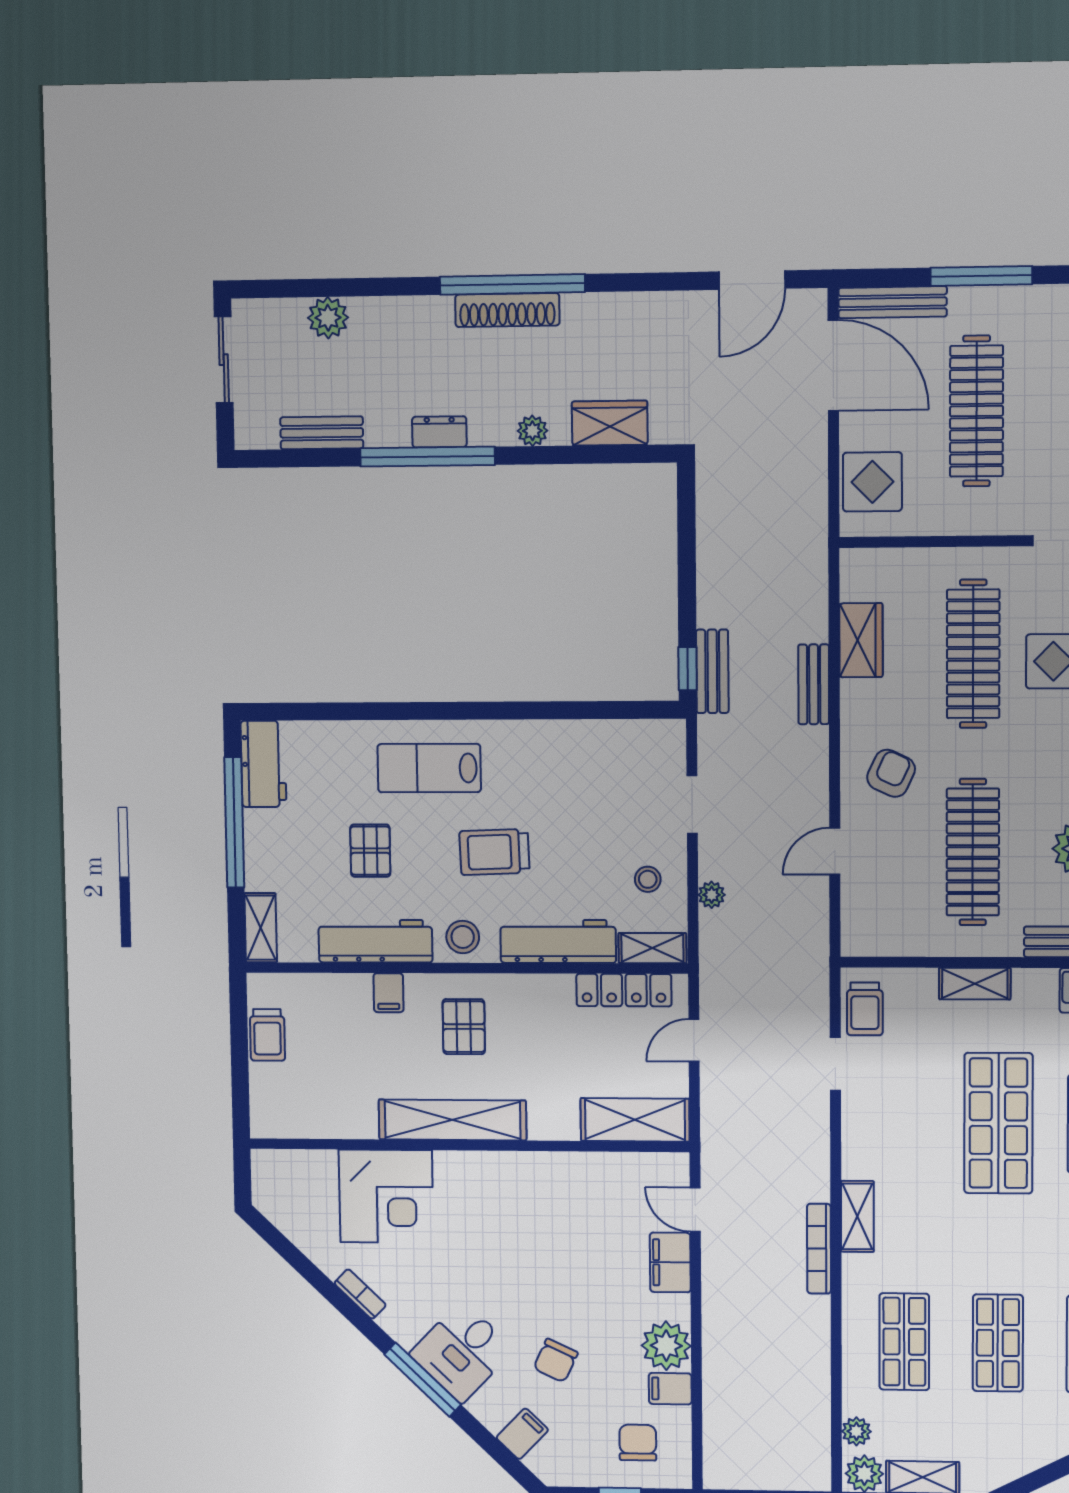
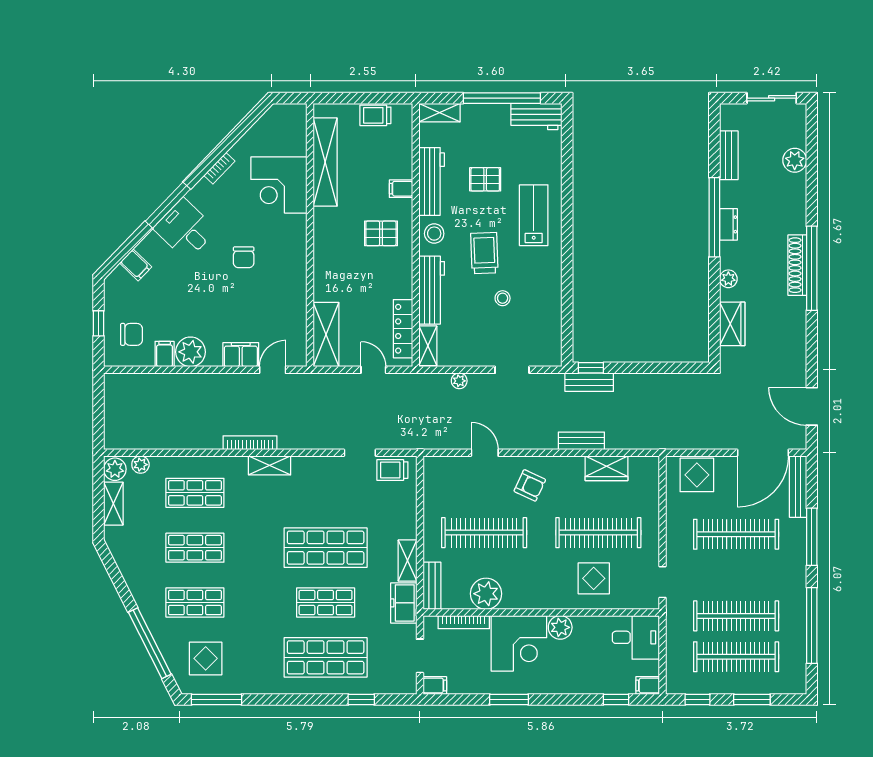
stool: (648, 879) -> (503, 298), moved
shelving: (975, 984) -> (408, 561), moved
shelving: (452, 1120) -> (325, 162), moved
chair: (556, 1361) -> (244, 257), moved, turned -115

